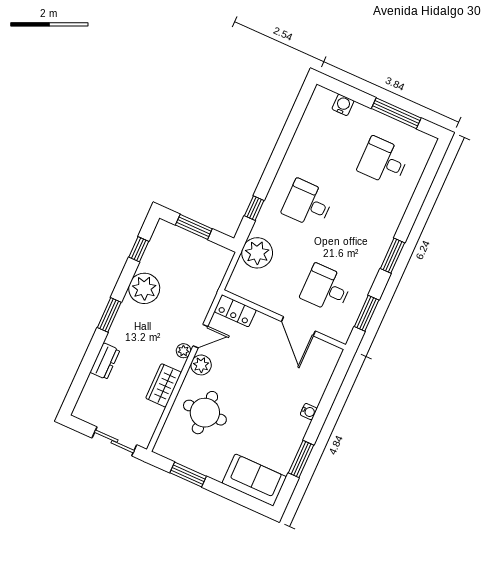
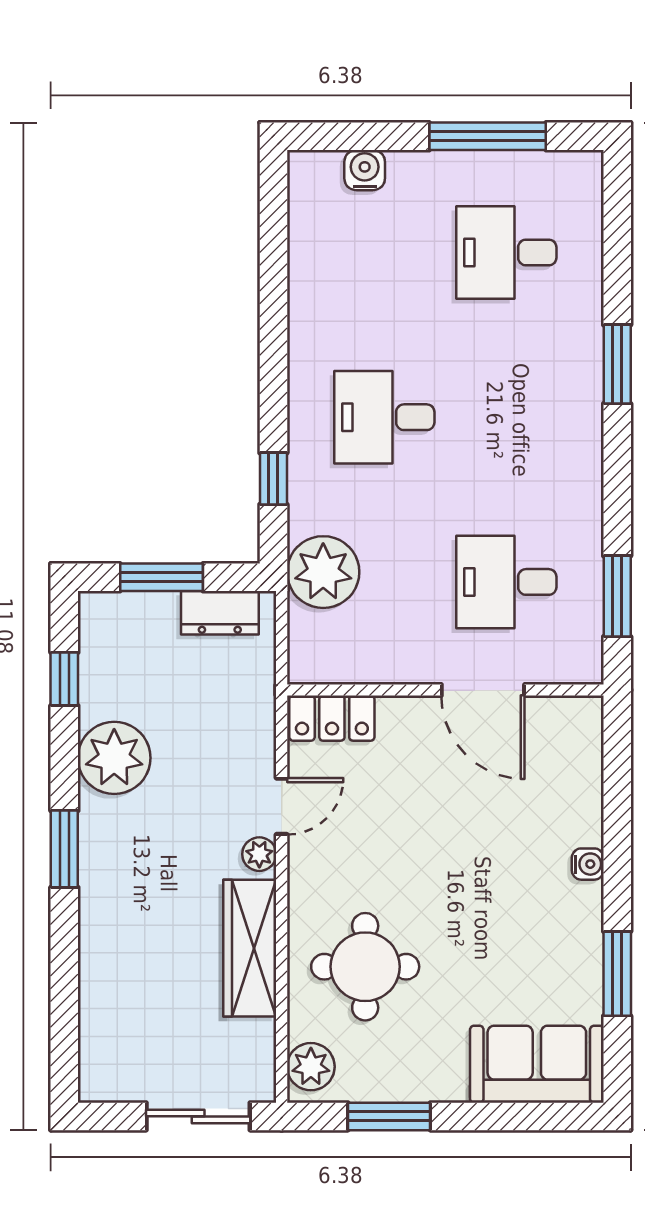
window: (392, 256) -> (617, 364), moved
dresser: (105, 361) -> (220, 613), moved, turned 90
plant: (201, 365) -> (311, 1067), moved
wardrobe: (164, 385) -> (250, 948), width x1.50

